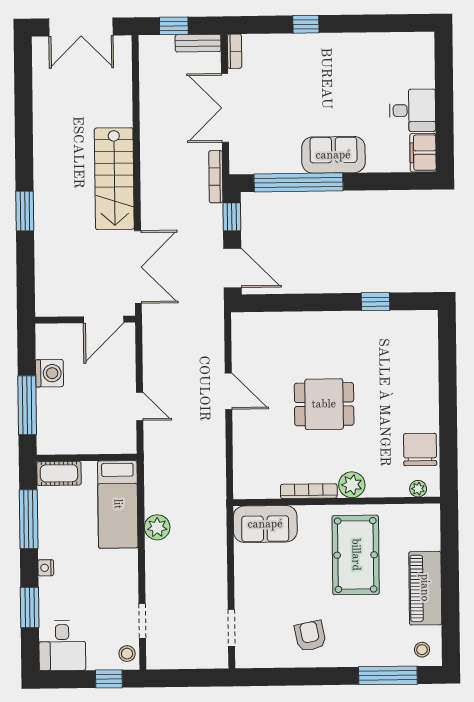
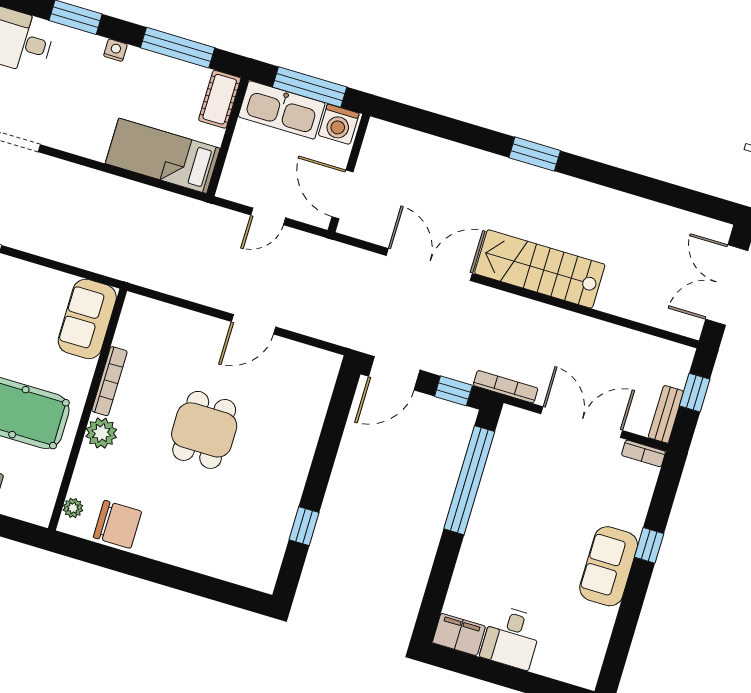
sofa: (333, 155) -> (609, 566), moved, turned 180
double door: (138, 267) -> (429, 264), swing flipped
door: (104, 319) -> (343, 194), moved
wall: (85, 320) -> (349, 173), moved
kitchen sink: (52, 422) -> (282, 110), added
plant: (157, 527) -> (122, 193), removed

